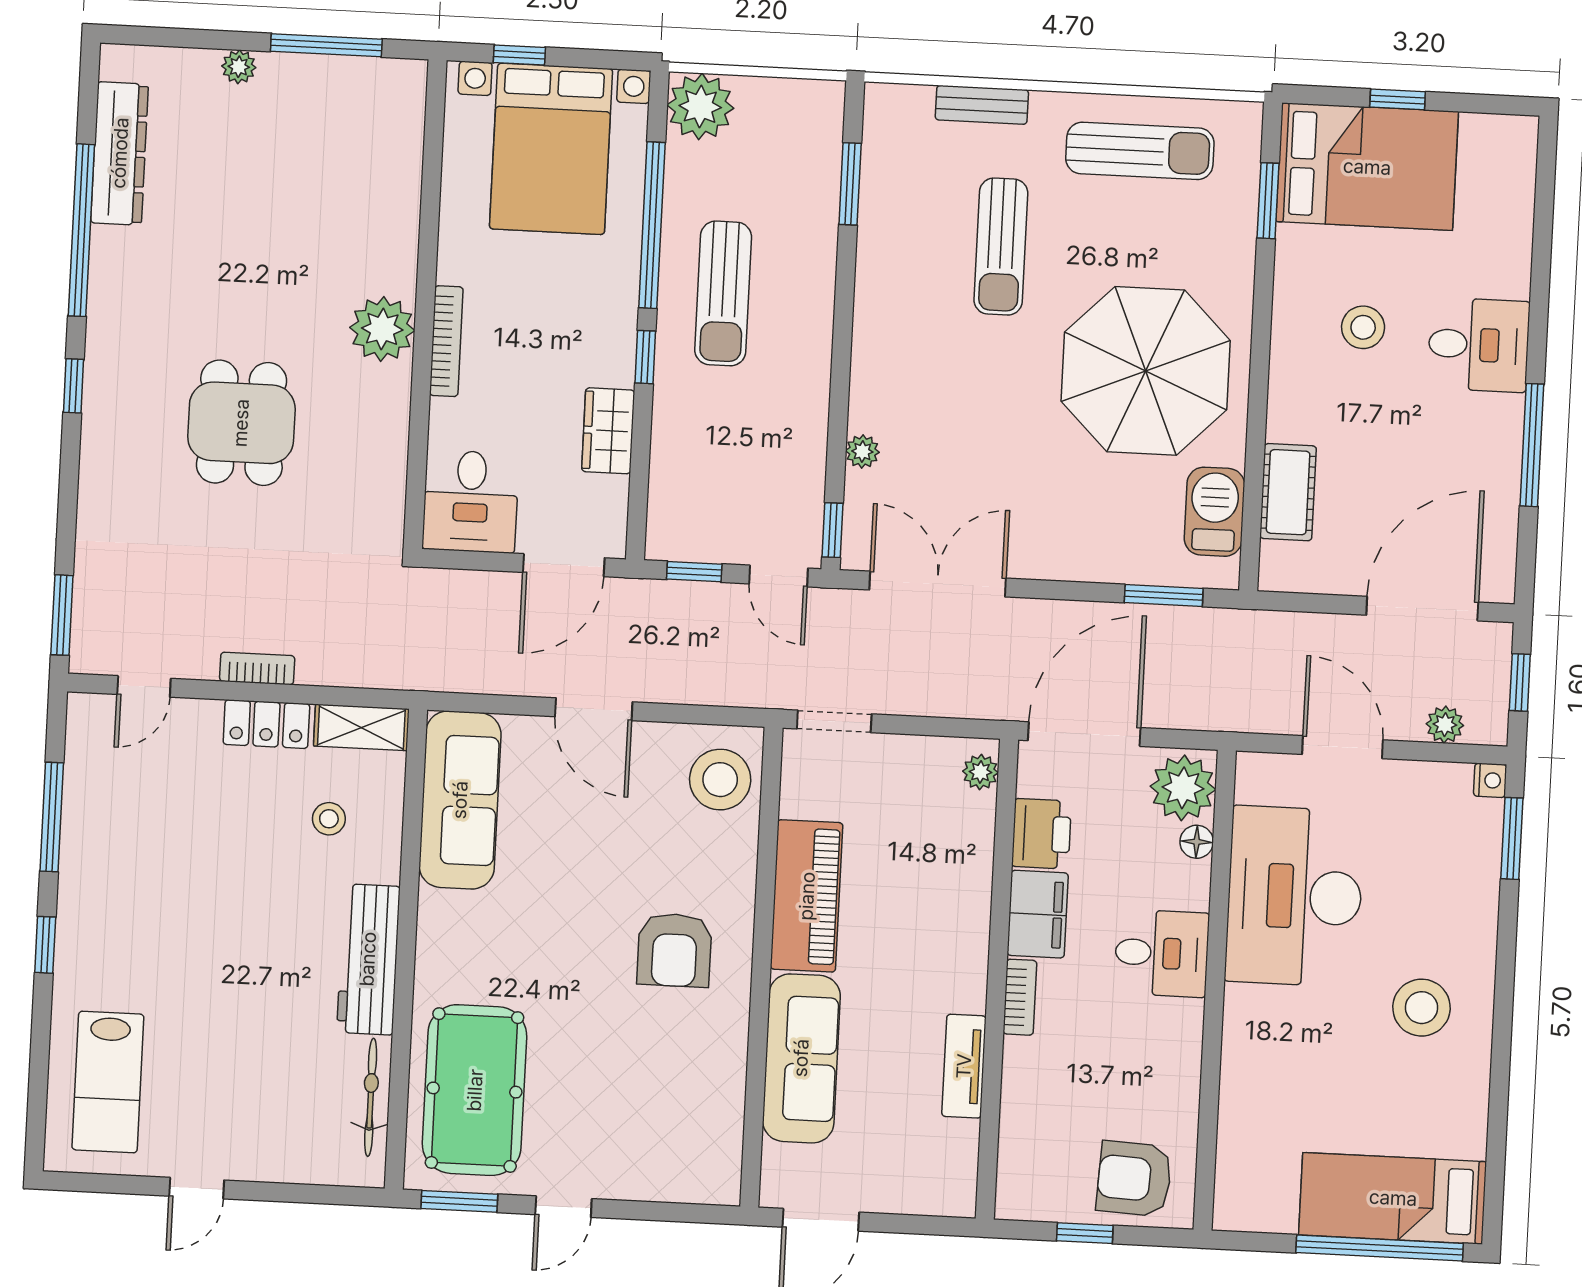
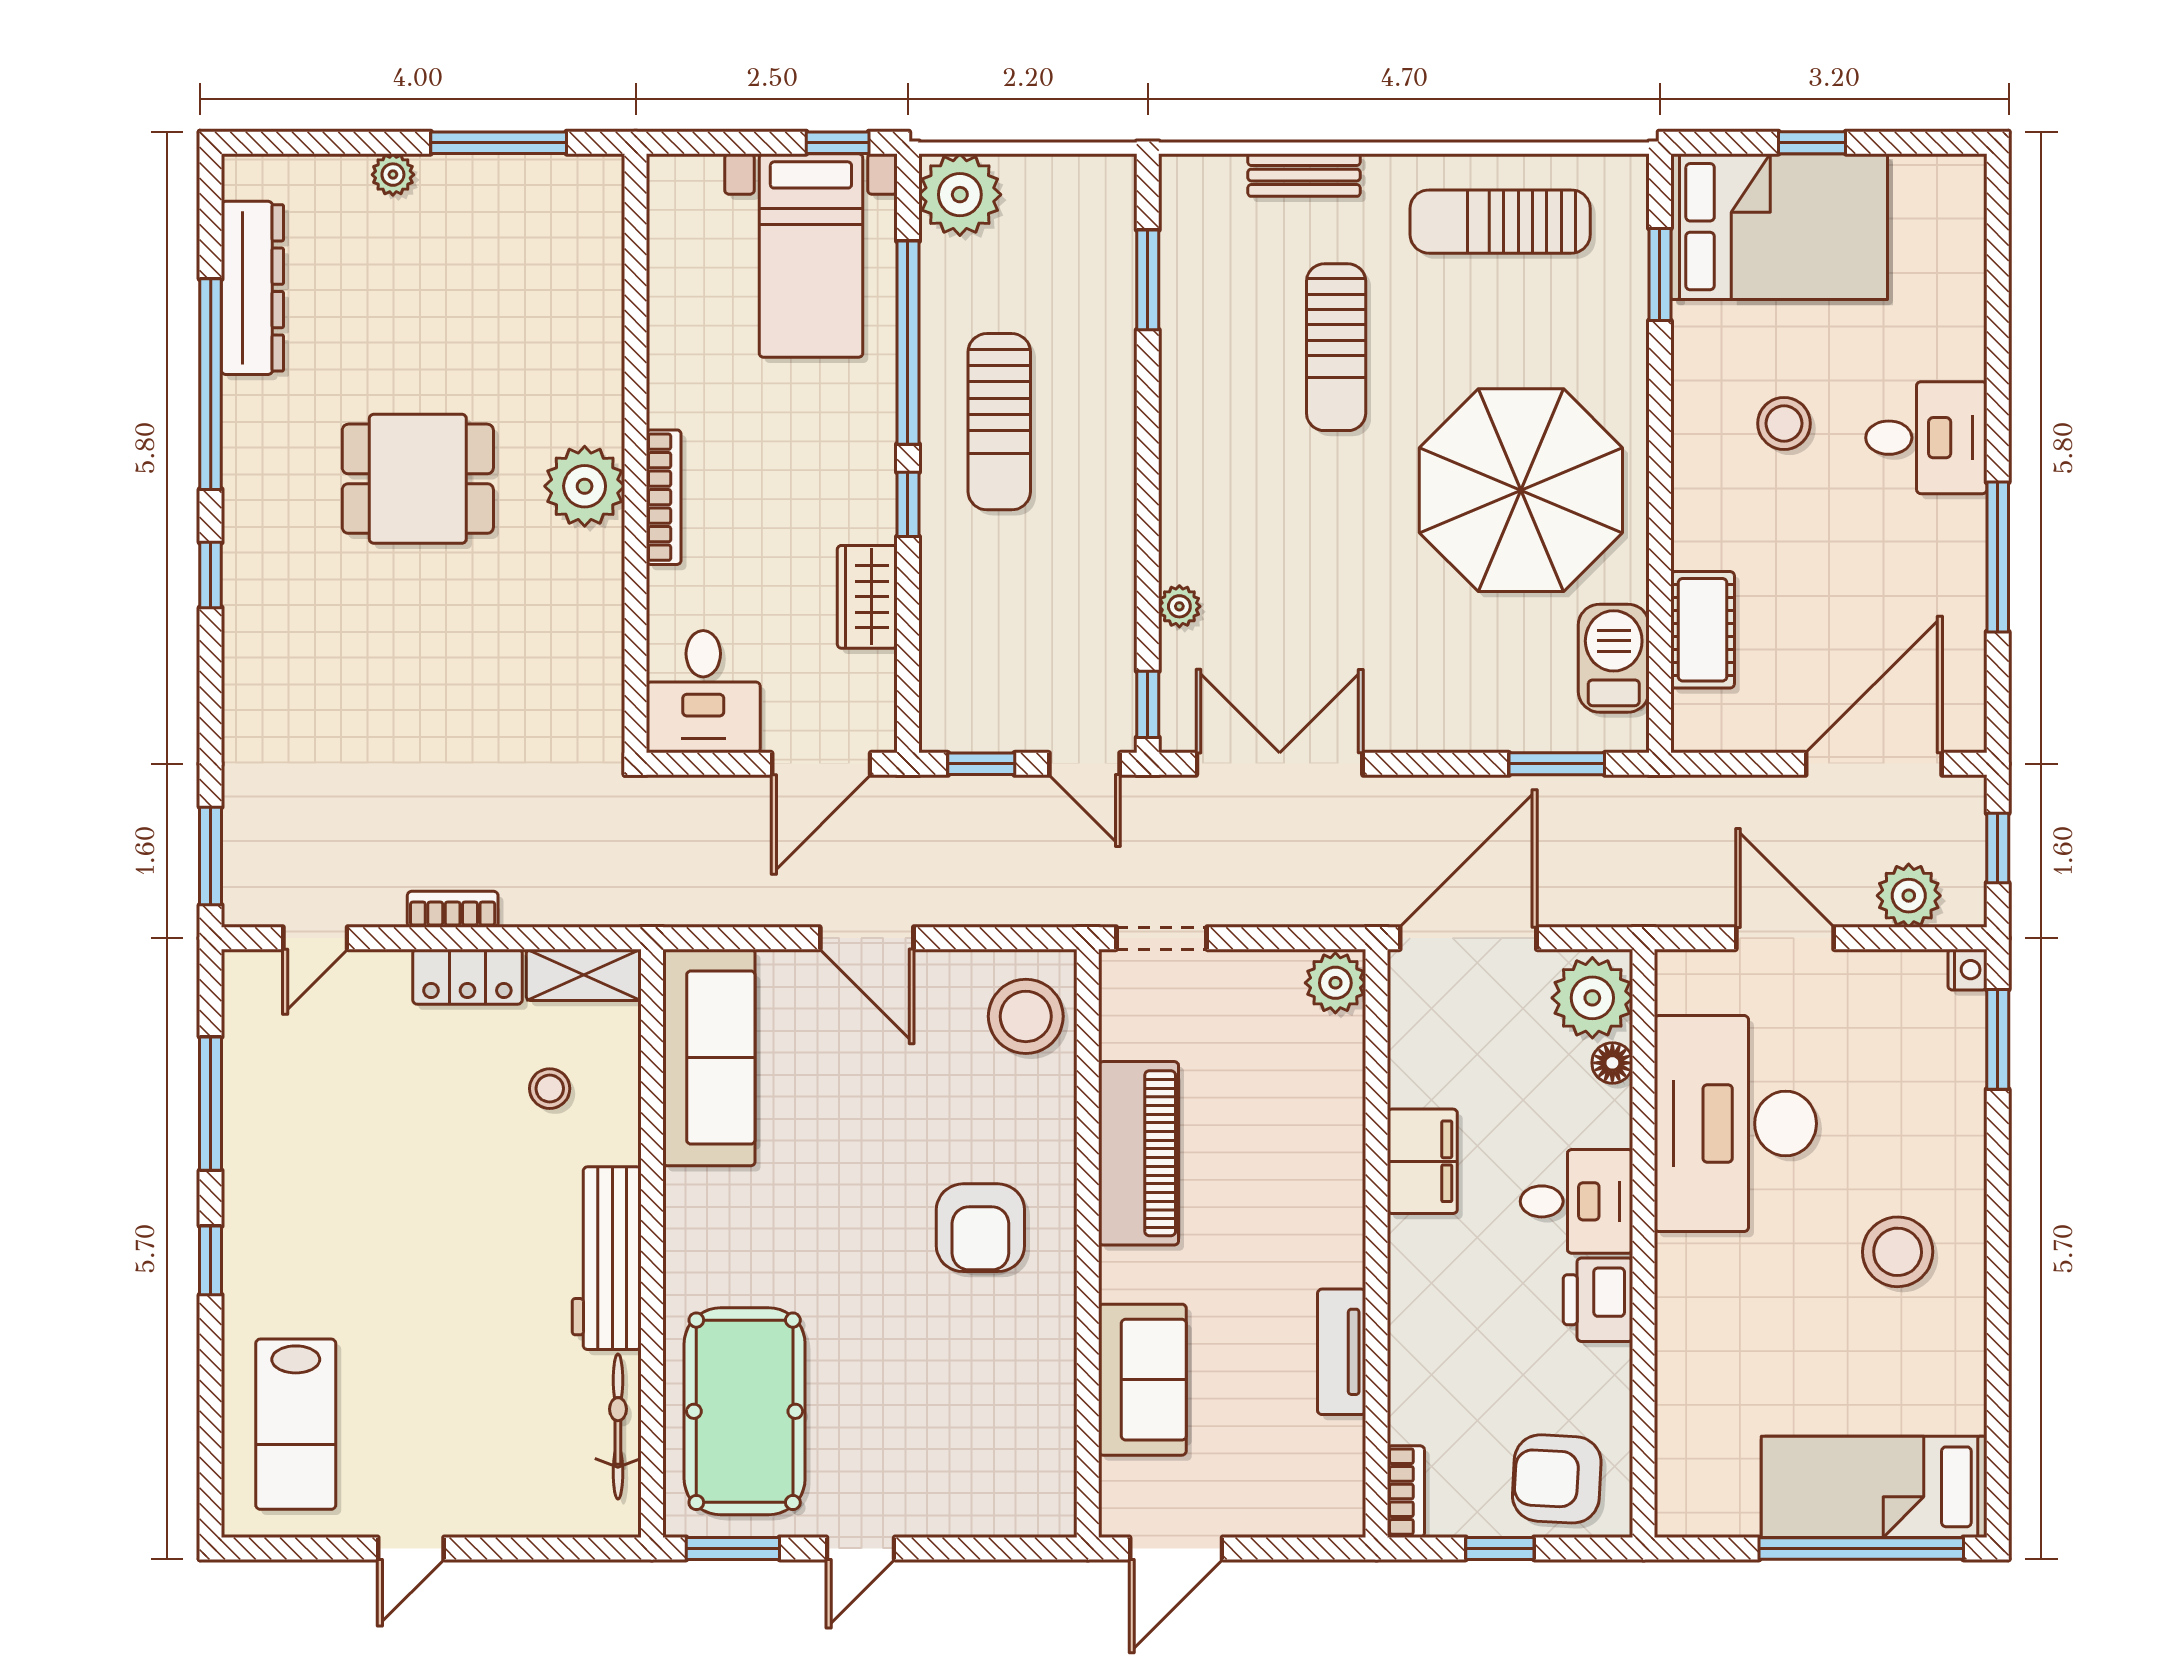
window: (519, 55) -> (838, 143), moved
bed with nightstands: (551, 149) -> (811, 255), width x0.73
sun lounger: (1140, 151) -> (1500, 222), turned 180
dining table: (241, 423) -> (418, 479), moved, turned 90
plant: (1445, 725) -> (1909, 896), width x1.38, depth x1.38
plant: (980, 772) -> (1335, 983), width x1.38, depth x1.38
printer: (1041, 834) -> (1598, 1300), moved, turned 180
bookcase: (1020, 997) -> (1406, 1492), moved
sofa: (801, 1058) -> (1142, 1380), width x0.73

